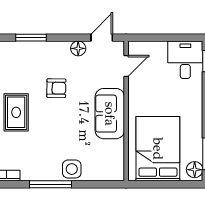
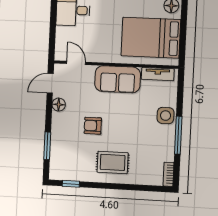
door: (102, 38) -> (50, 83), hinge flipped
armchair: (56, 88) -> (93, 126), turned -91
tv unit: (118, 158) -> (158, 74), added

